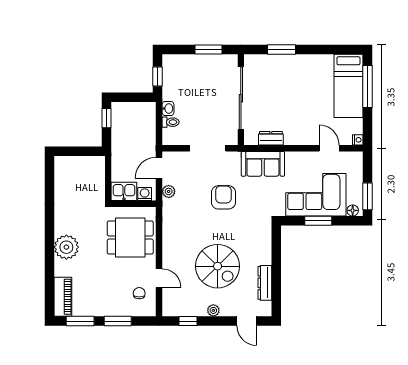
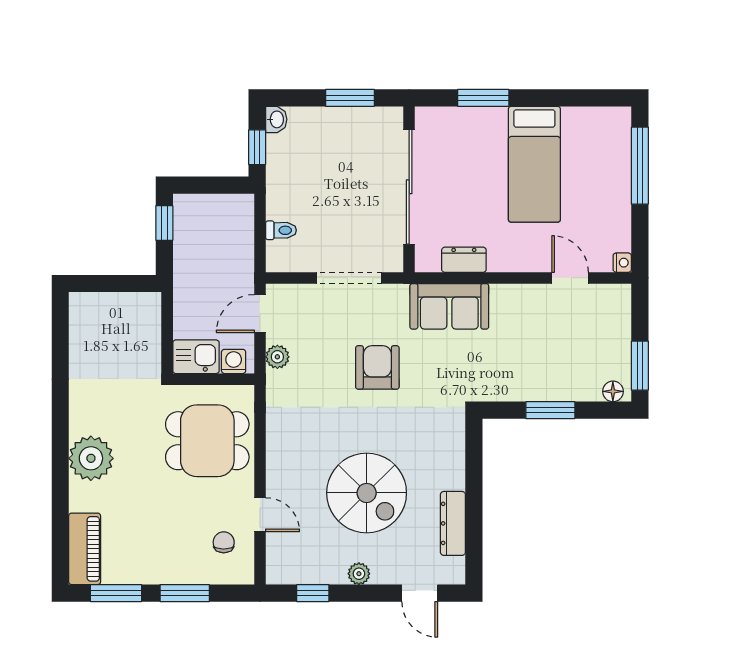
bed: (348, 86) -> (534, 164), moved
washbasin: (168, 109) -> (276, 119), moved
corner sofa: (316, 195) -> (546, 363), removed

